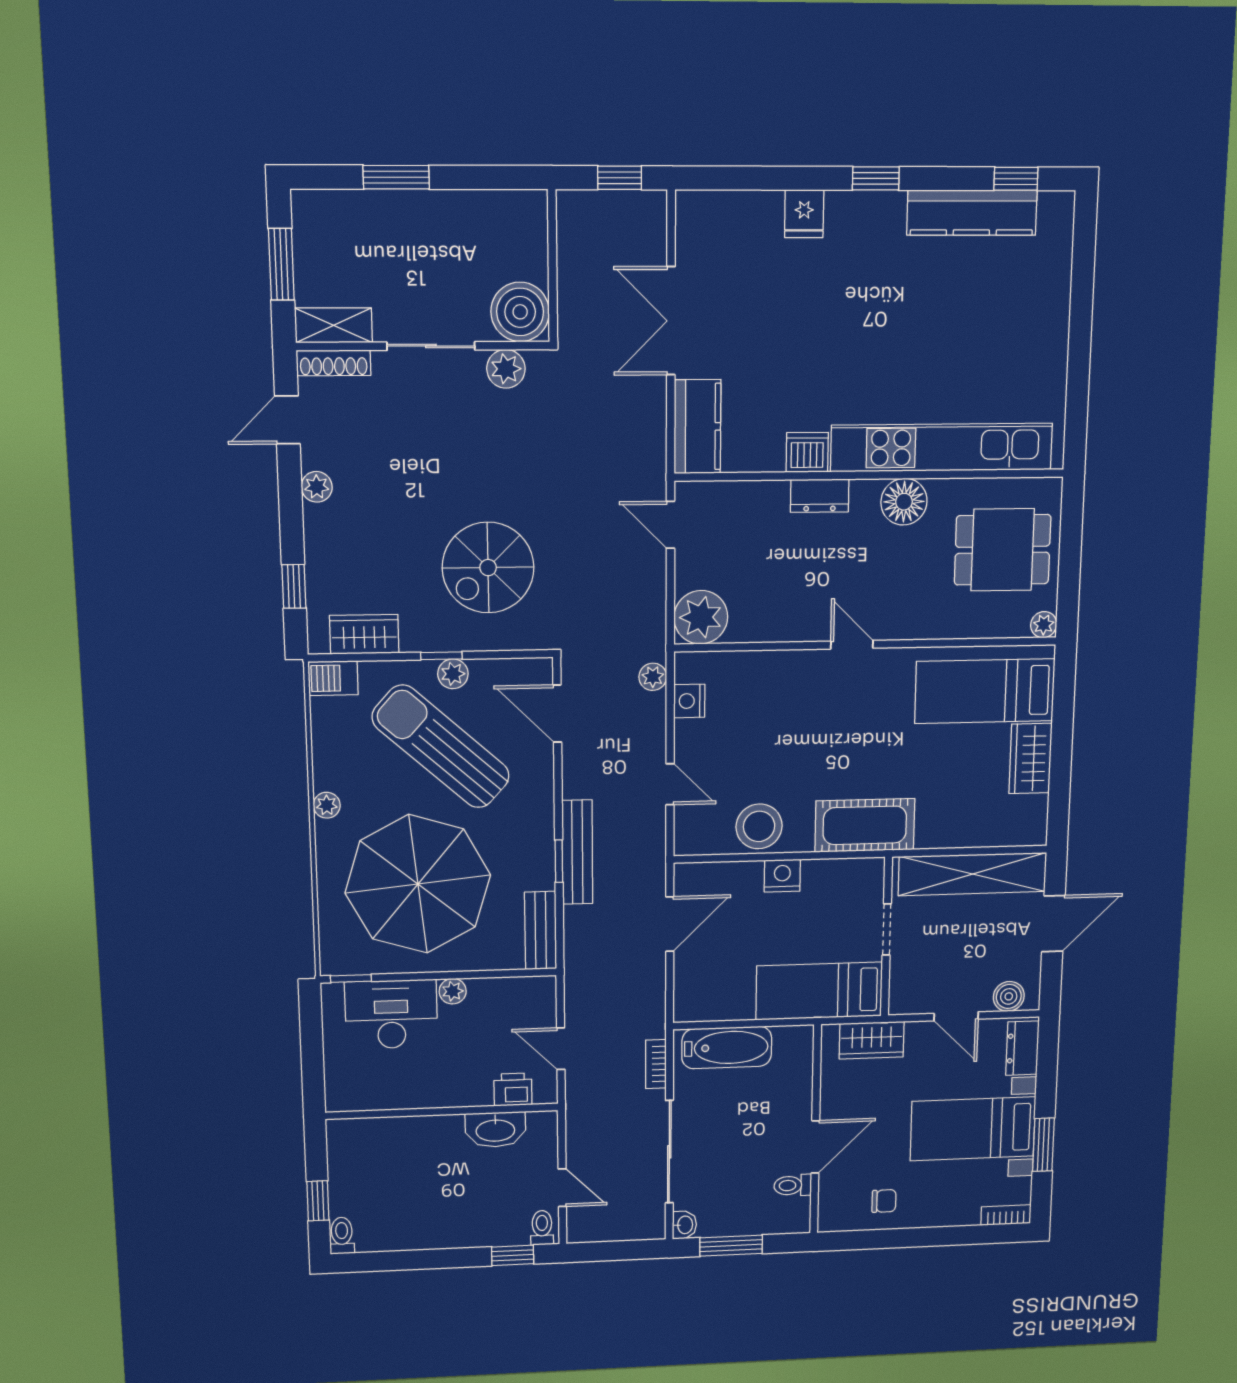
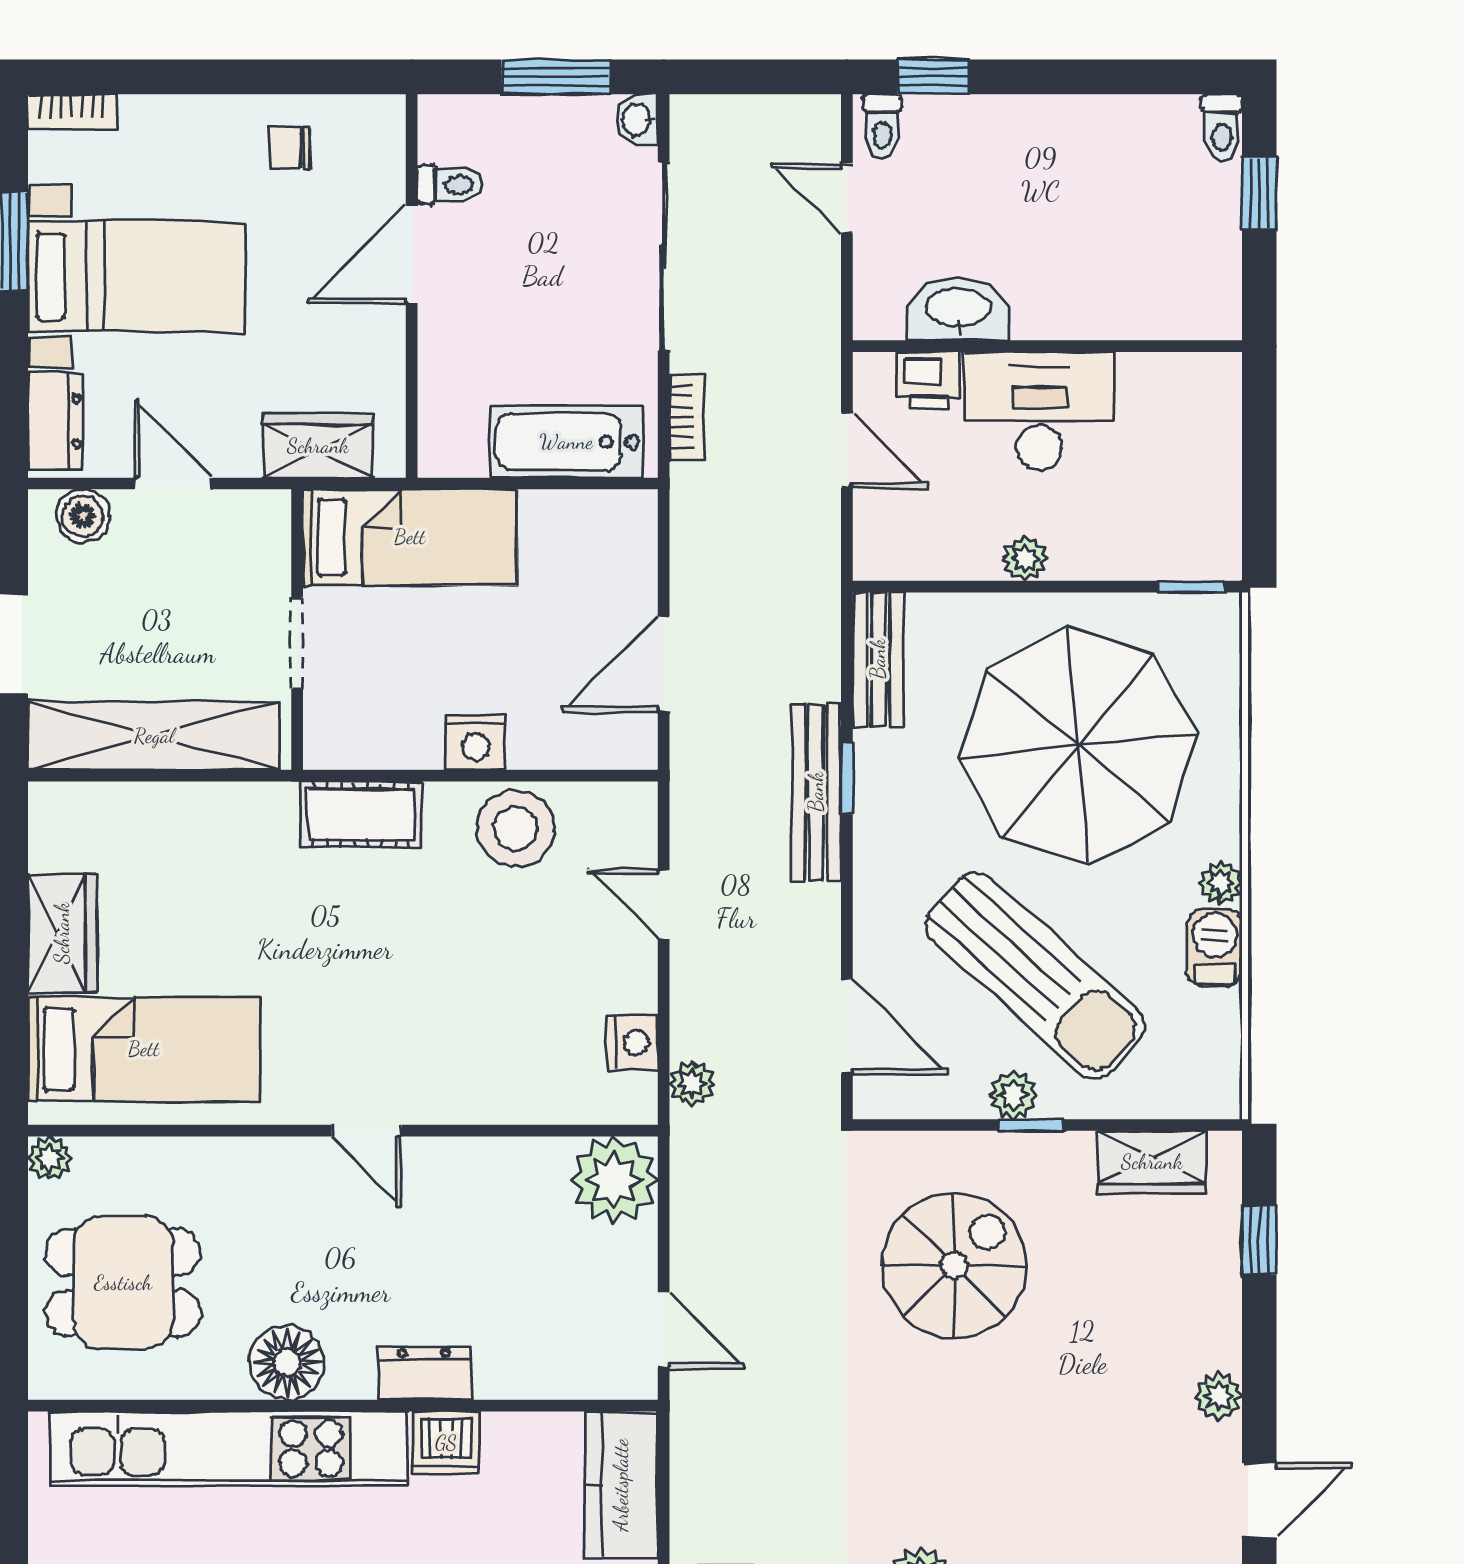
barbecue: (333, 678) -> (1215, 948), moved, turned -90
cot: (865, 825) -> (361, 814), width x0.73, depth x0.75
desk: (391, 1014) -> (1039, 411), moved, turned 180

